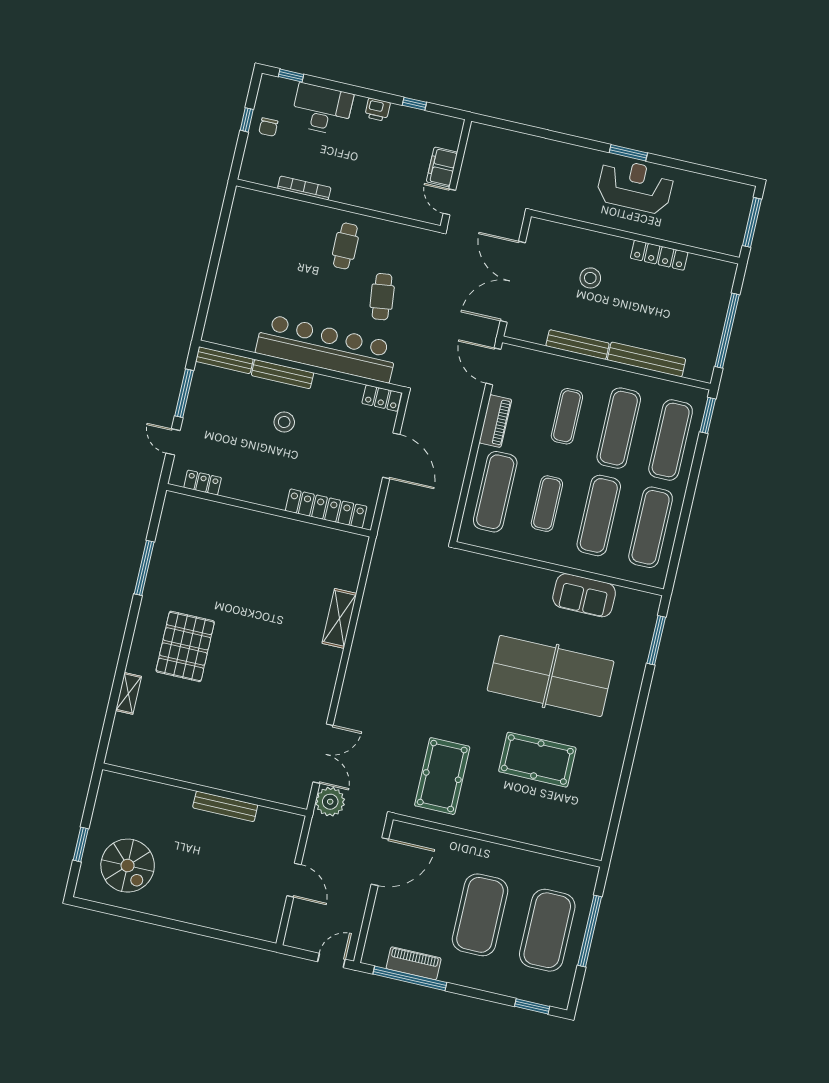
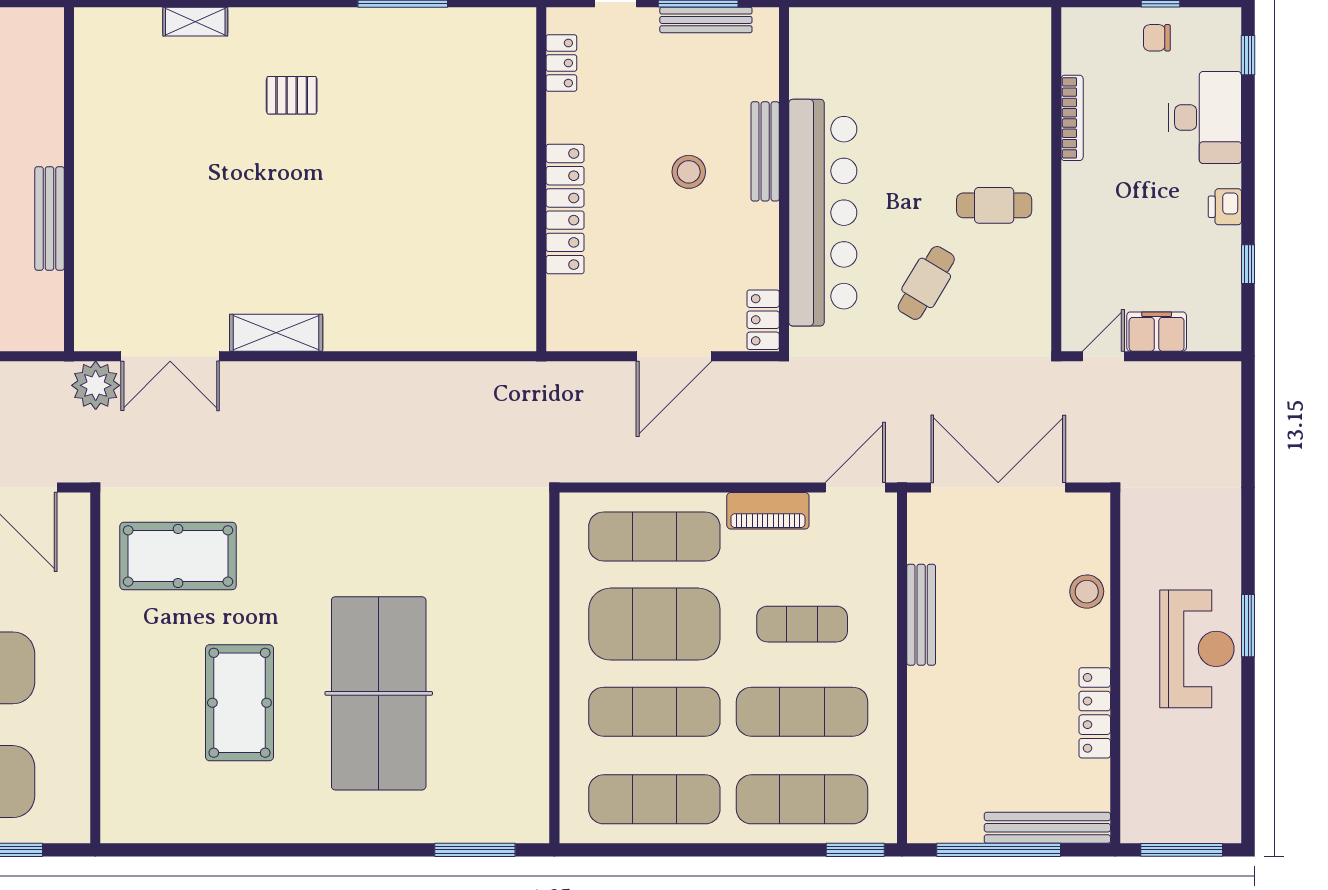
stool: (590, 278) -> (1087, 592), moved
cafe table: (382, 297) -> (926, 283), turned -52
bench: (646, 359) -> (1047, 828), moved, turned 90
bench: (224, 360) -> (706, 20), moved, turned 90
exercise mat: (547, 504) -> (654, 624), width x2.00, depth x1.45
locker: (326, 509) -> (565, 209), moved
sofa: (584, 595) -> (521, 717), removed
shelving: (339, 618) -> (276, 333), moved
pallet: (185, 646) -> (292, 95), width x0.49, depth x0.50

